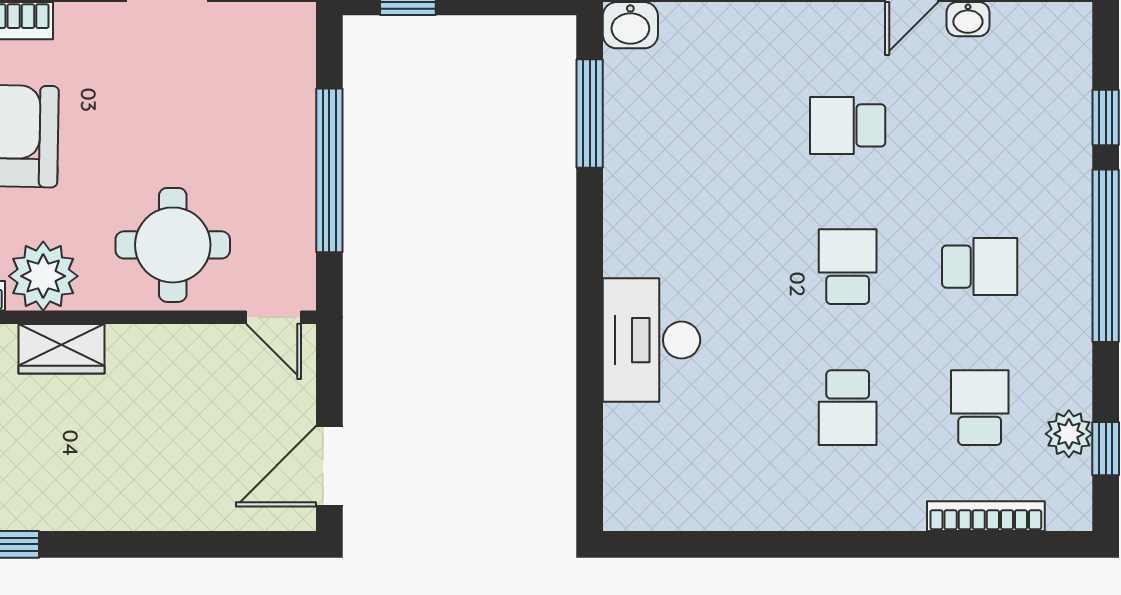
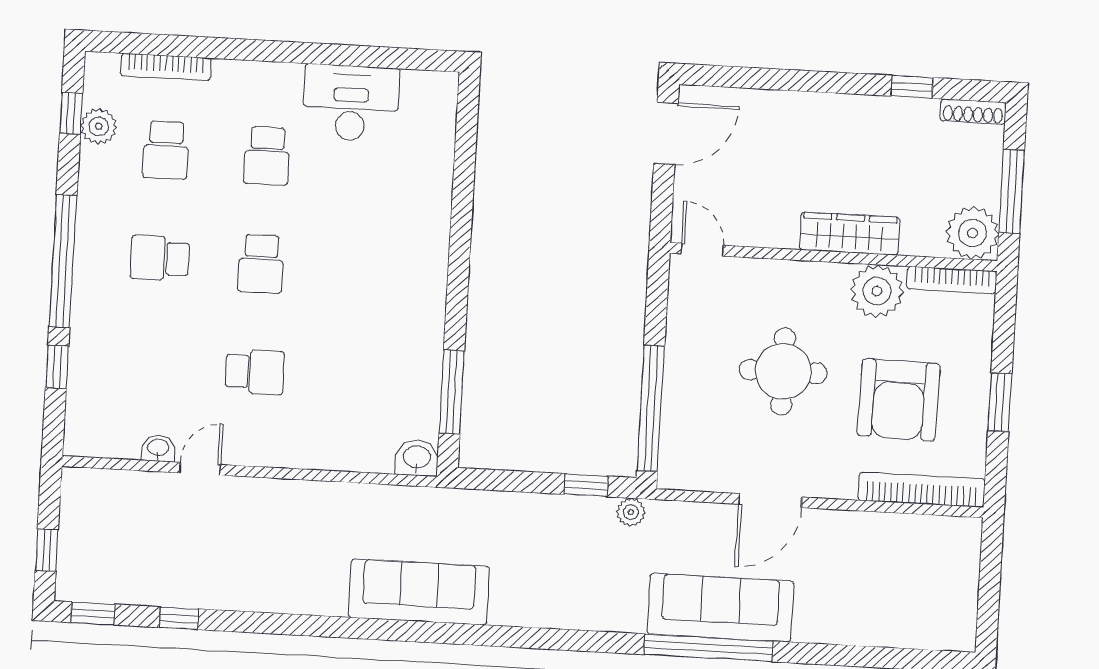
window: (329, 170) -> (651, 408), moved
round table: (173, 245) -> (783, 371), moved
desk: (651, 340) -> (351, 103), moved, turned -90
wardrobe: (62, 349) -> (850, 234), width x1.50
school desk: (848, 408) -> (267, 156), turned 180

